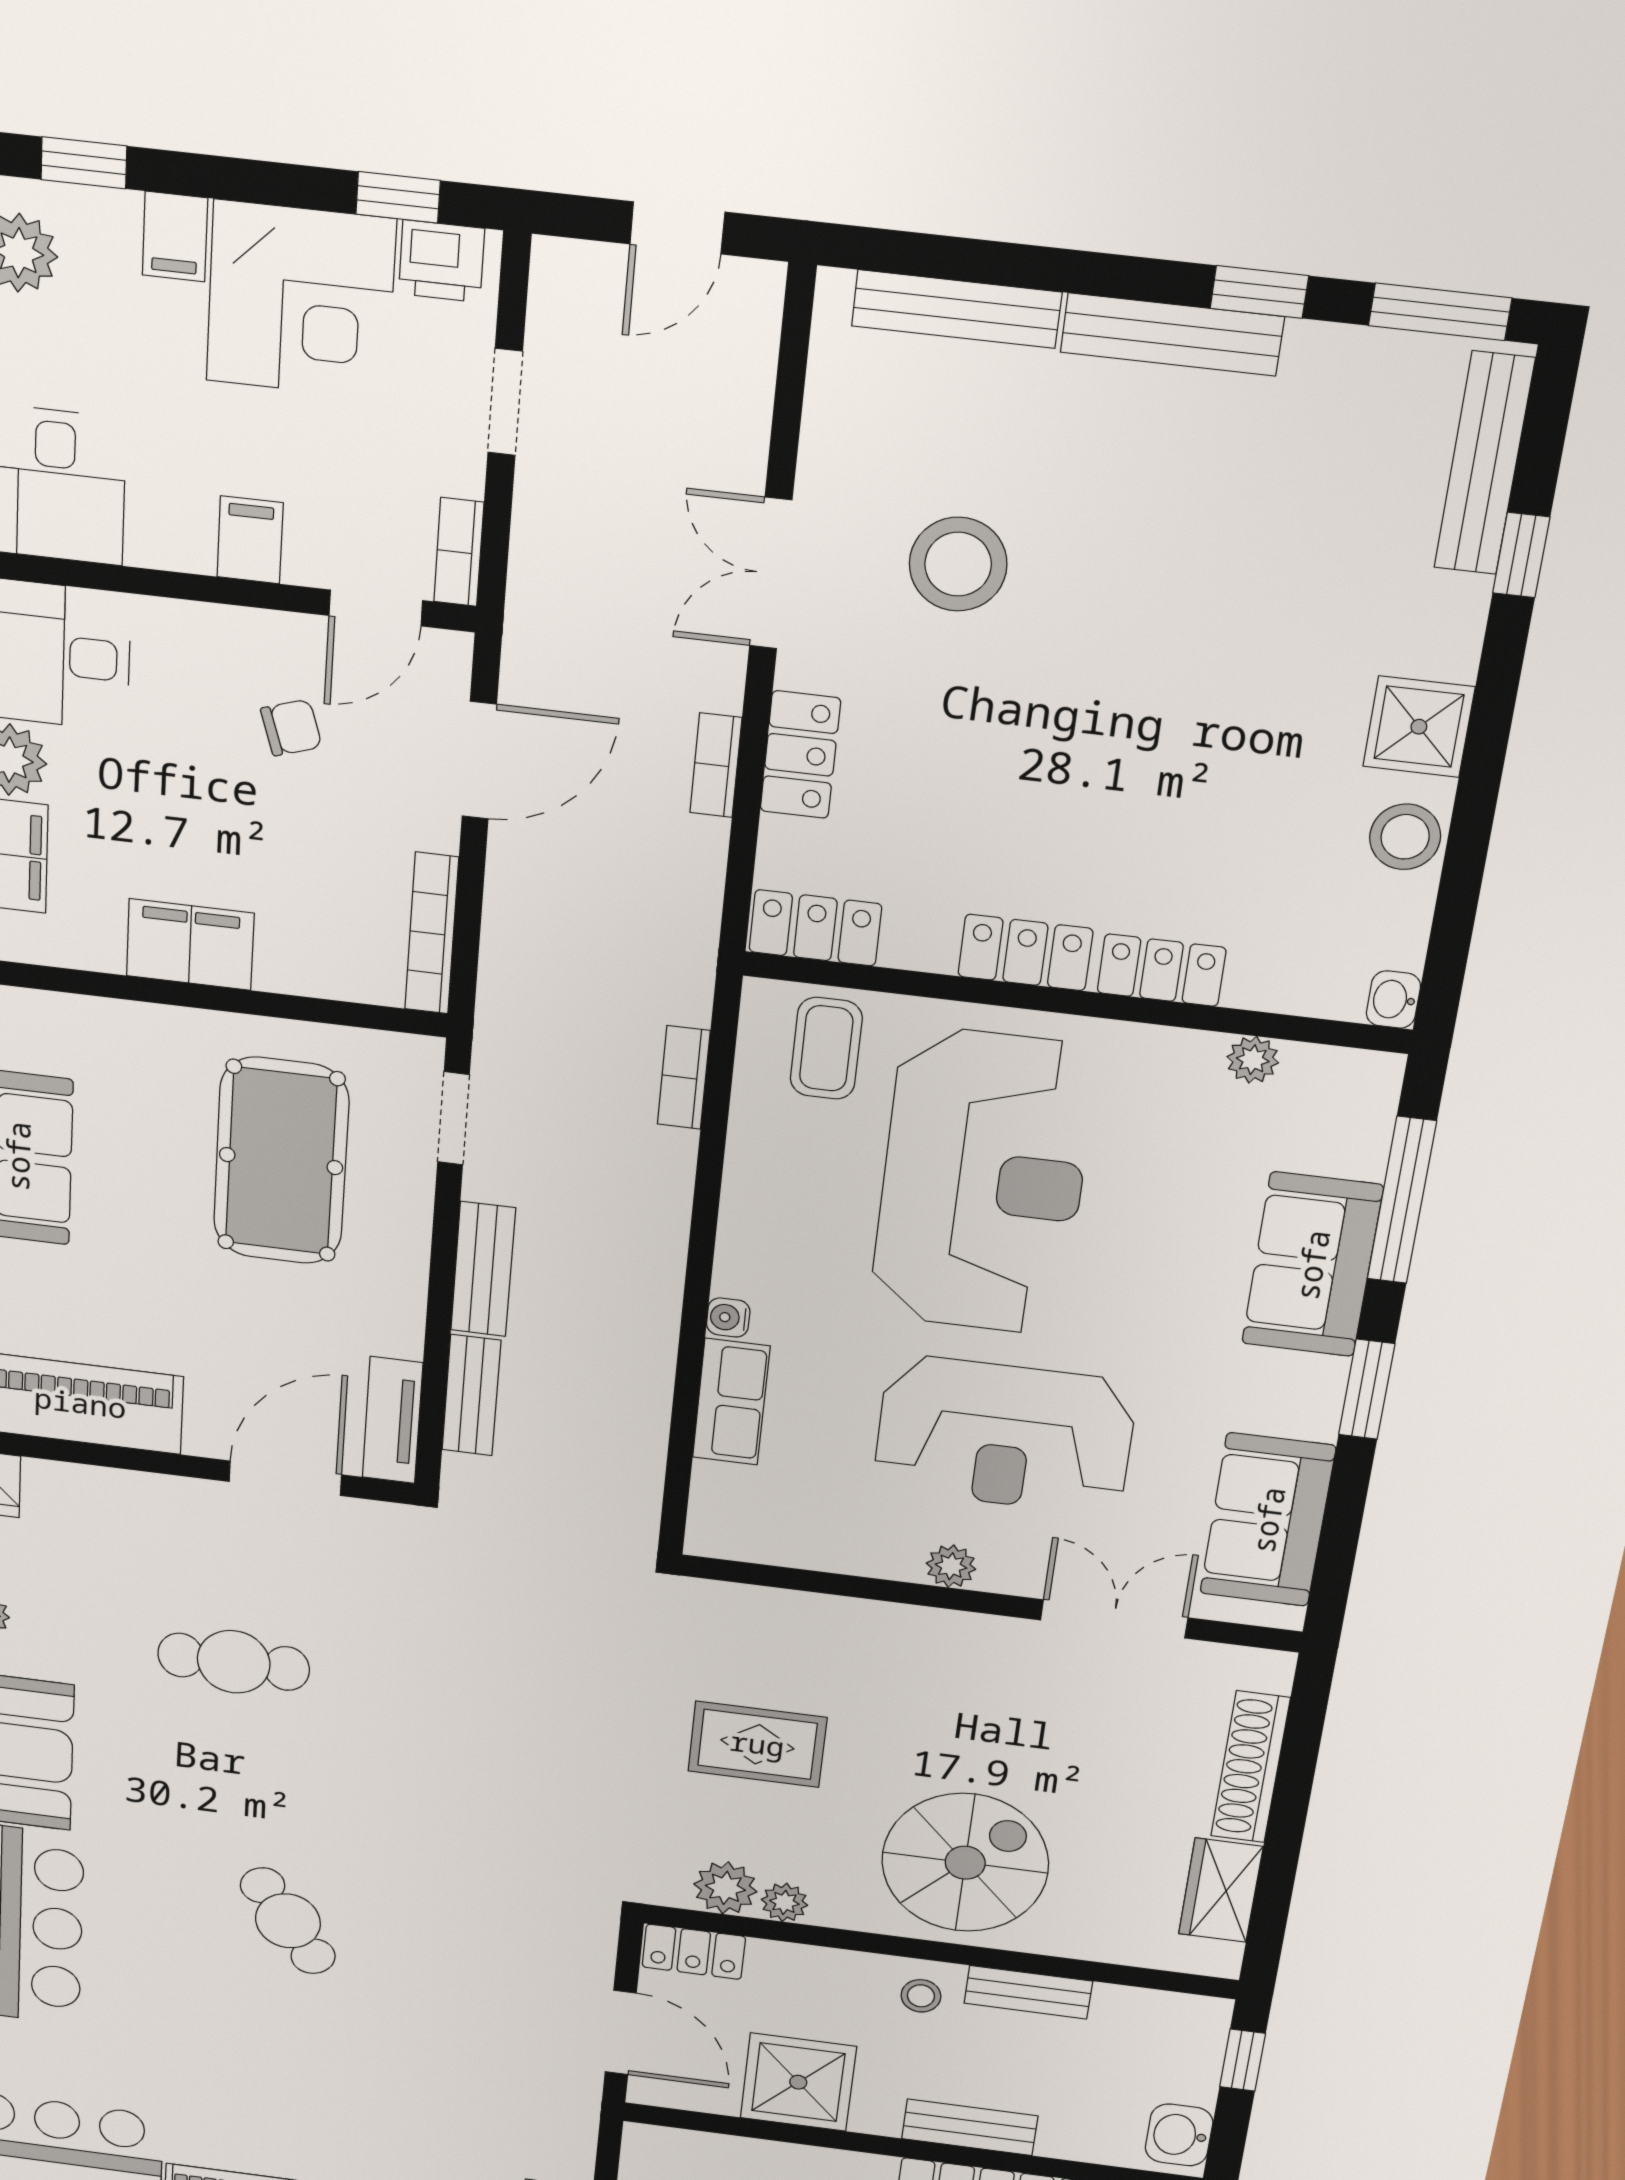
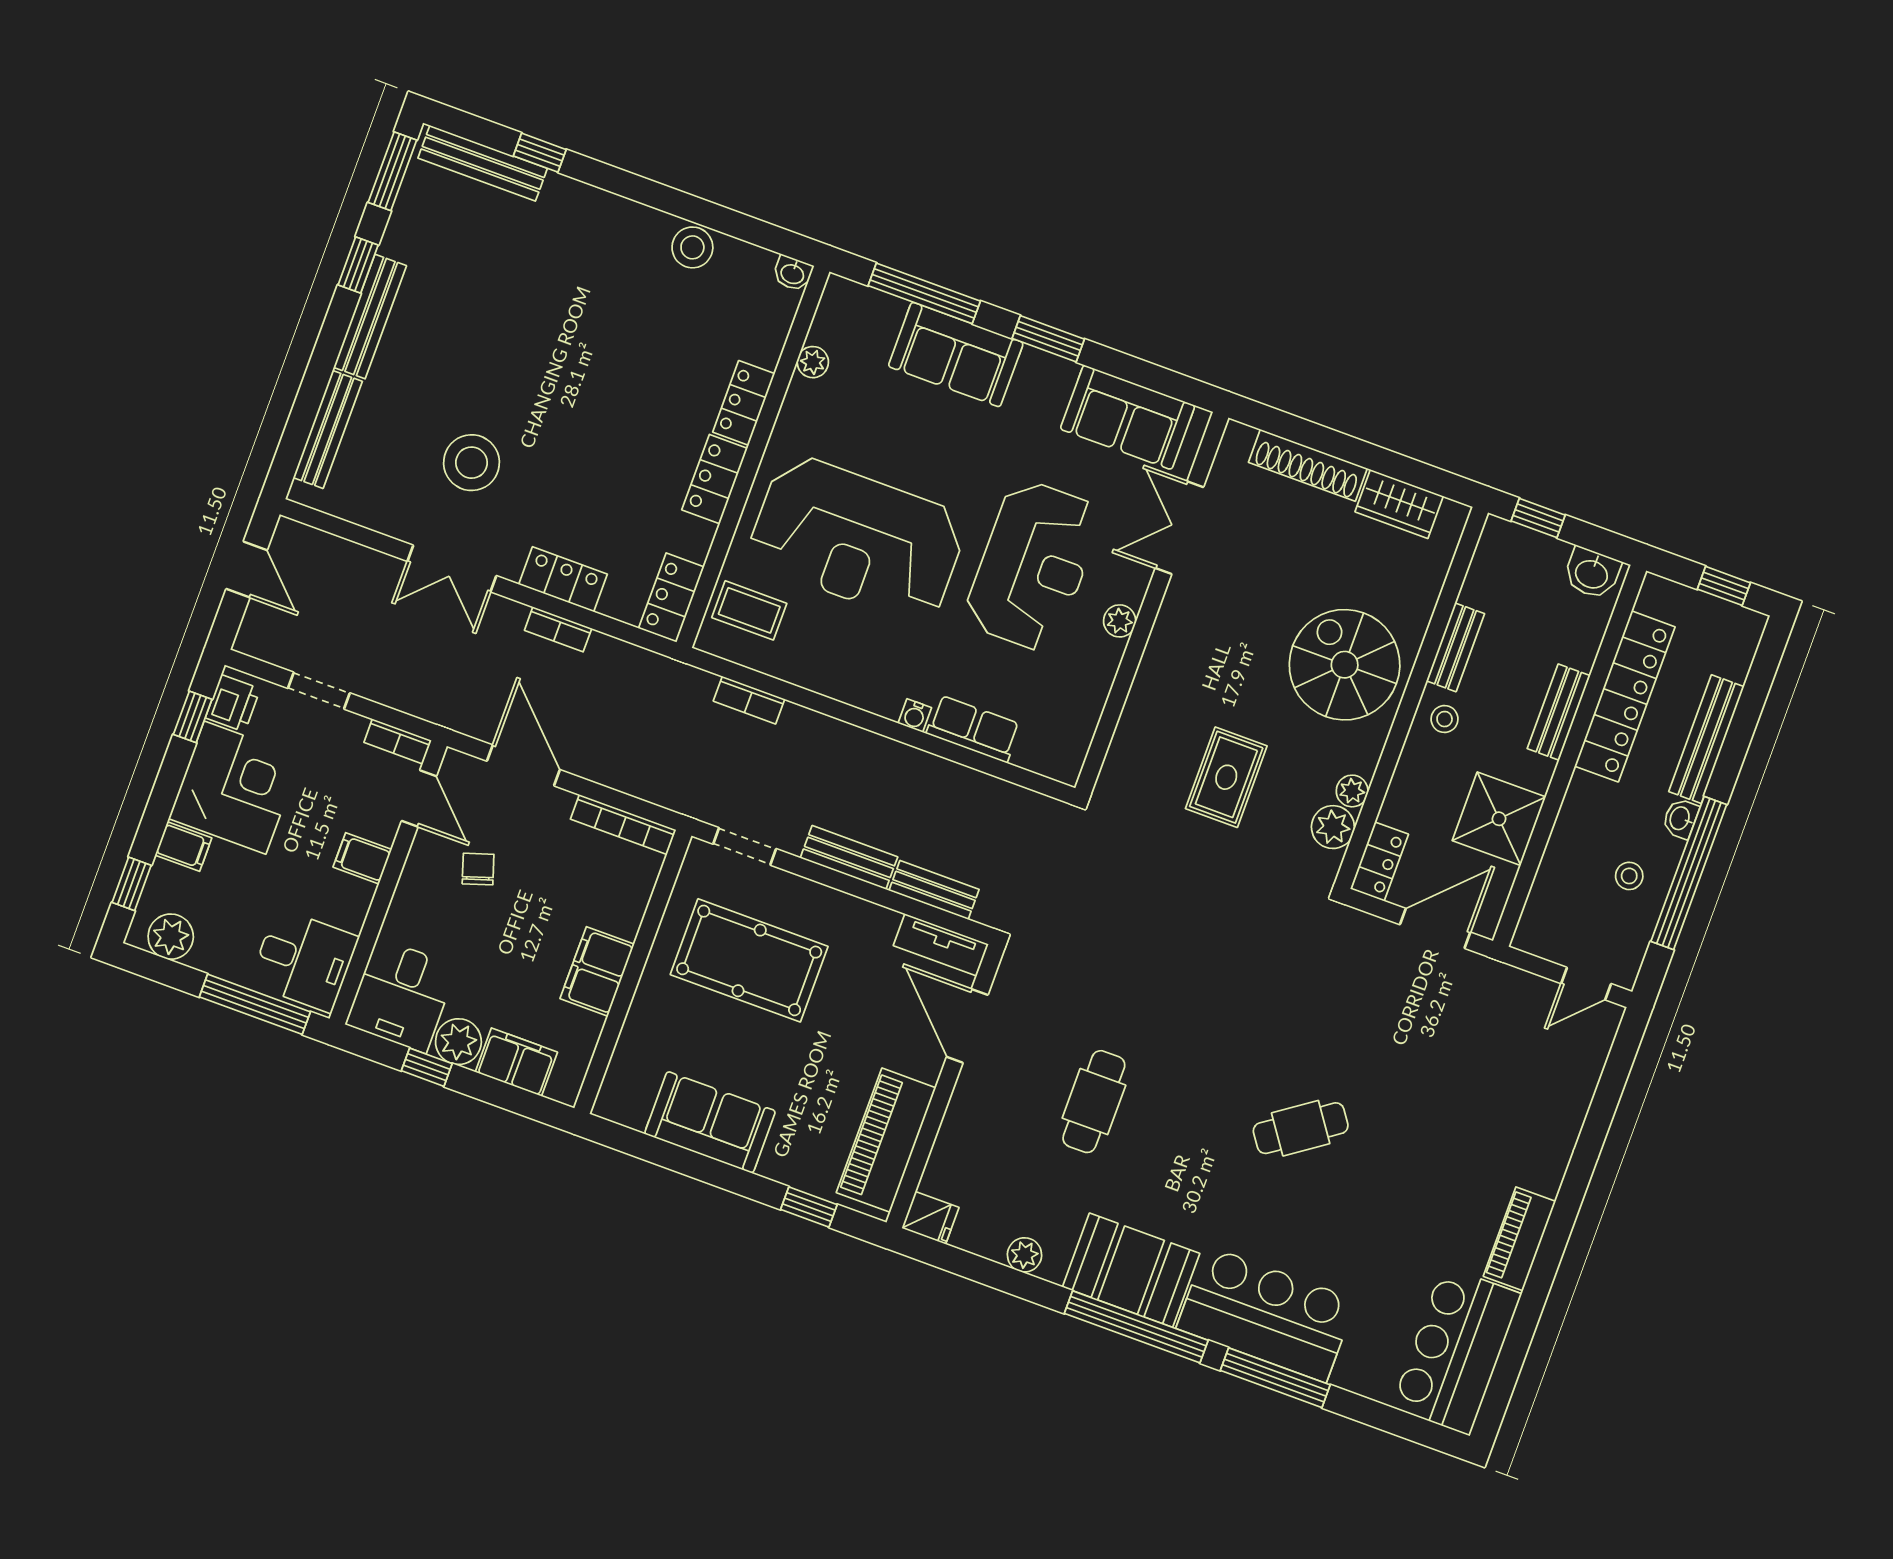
shower: (1419, 727) -> (627, 227), removed
reception desk: (983, 1182) -> (857, 539), turned 180

